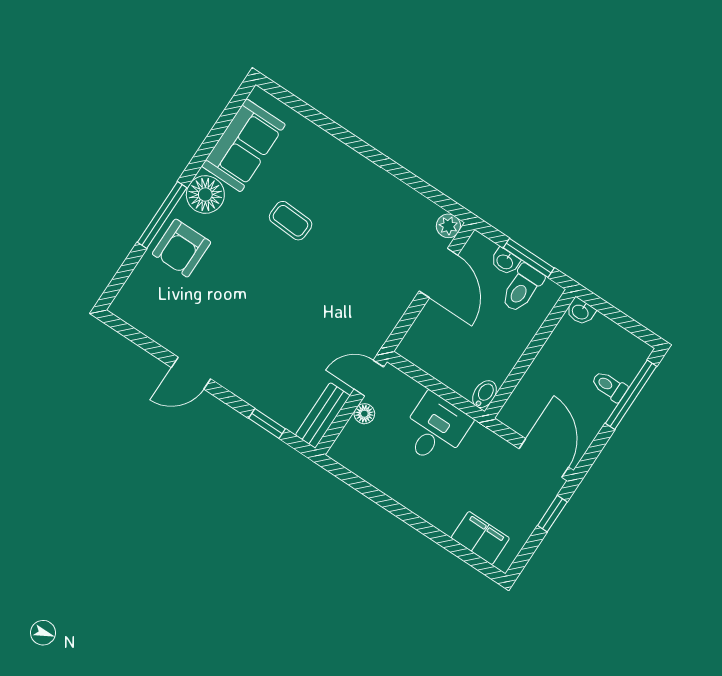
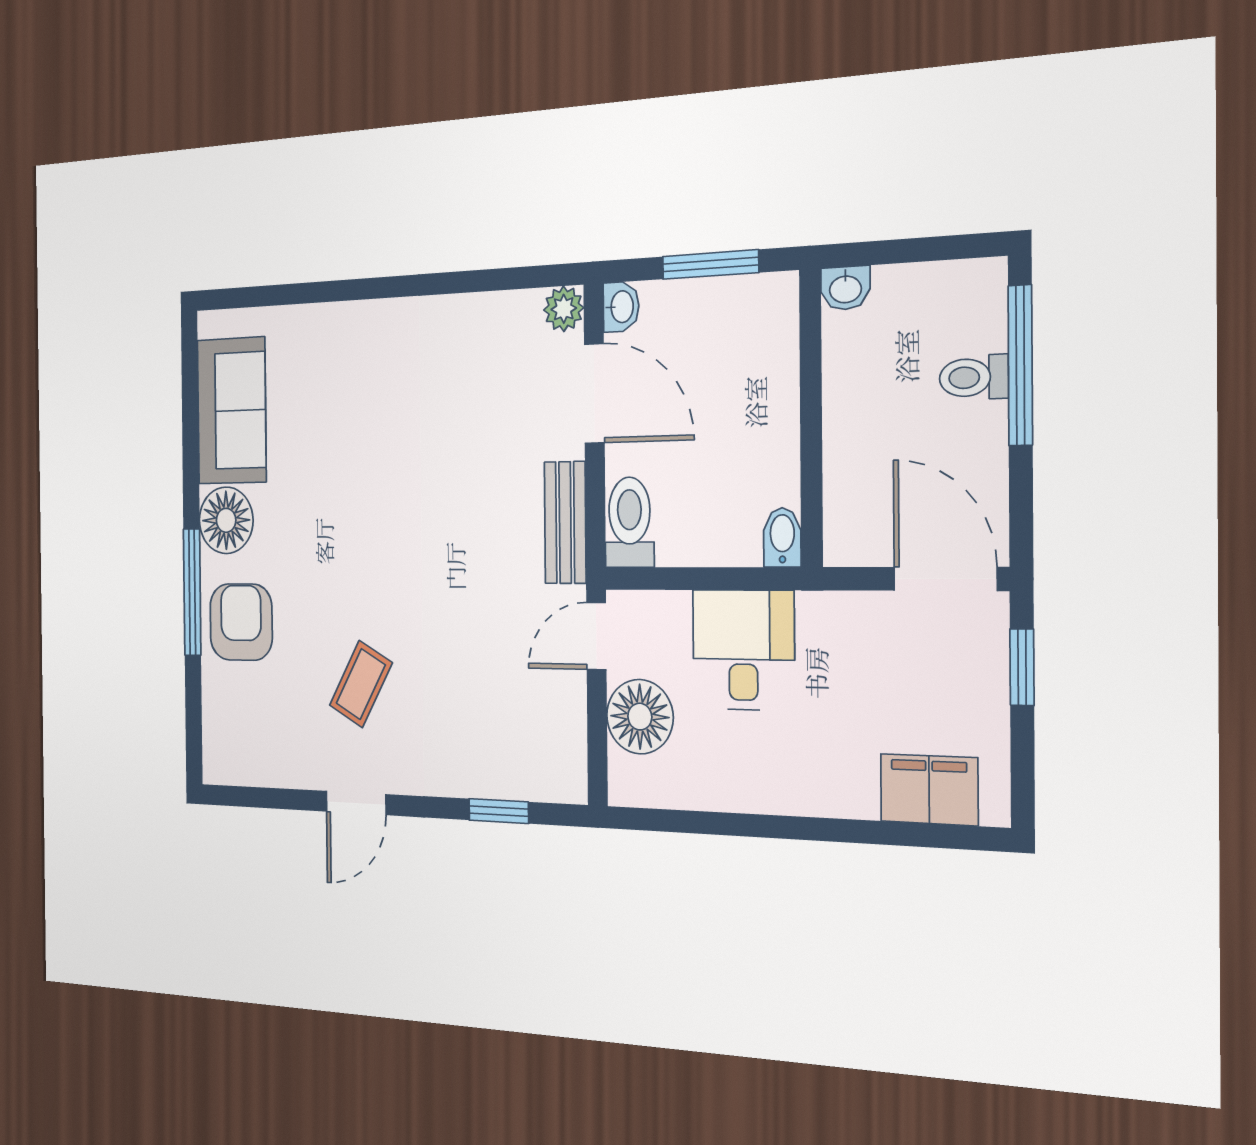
coffee table: (291, 221) -> (361, 684), moved, turned -64
armchair: (182, 248) -> (241, 622), turned 180
washbasin: (505, 261) -> (621, 307), moved, turned -90
toilet: (522, 288) -> (629, 522), moved, turned 180
floor lamp: (364, 414) -> (640, 717), width x1.89, depth x1.89
bench: (323, 415) -> (565, 523), moved

